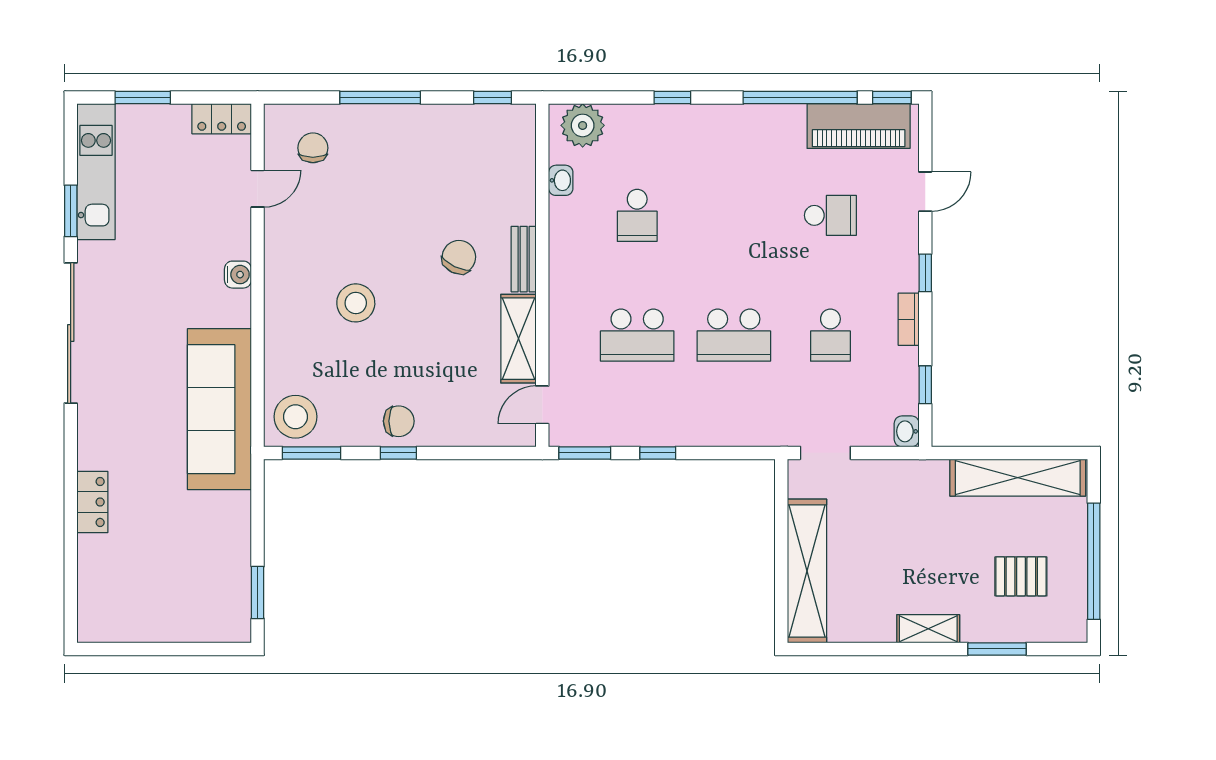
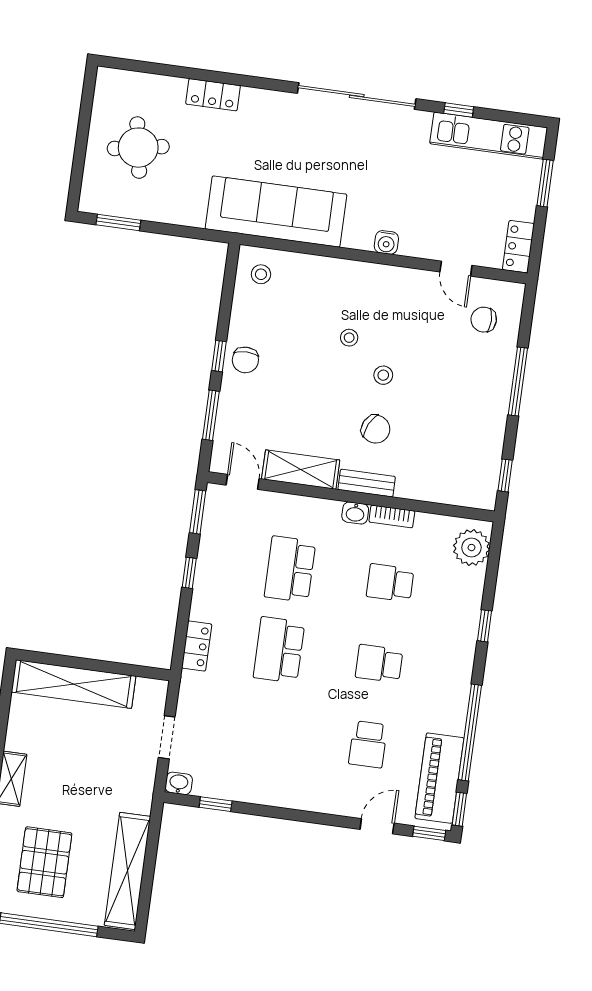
chair: (313, 148) -> (484, 320), turned 180
washbasin: (561, 180) -> (355, 513), moved
door: (925, 192) -> (377, 826), swing flipped
window: (71, 211) -> (459, 110), width x0.67
stool: (394, 257) -> (383, 375), added
window: (925, 273) -> (429, 833), moved
stool: (356, 303) -> (349, 338), width x0.53, depth x0.53
bookcase: (909, 319) -> (392, 516), moved, turned 180
school desk: (830, 335) -> (379, 664), moved
stool: (295, 417) -> (261, 274), width x0.53, depth x0.53
locker: (743, 432) -> (197, 646), added
window: (311, 453) -> (211, 415), moved
doorway: (825, 453) -> (167, 737), moved
pallet: (1021, 576) -> (44, 862), width x1.50, depth x1.42
round table: (166, 581) -> (138, 148), added

